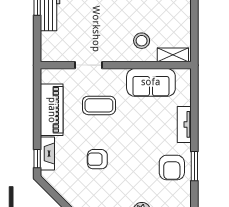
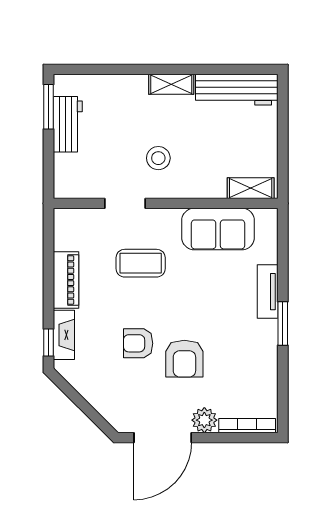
stool: (142, 41) -> (158, 158), moved
piano: (52, 110) -> (66, 280), width x0.73, depth x0.75
window: (194, 166) -> (283, 324), moved
armchair: (172, 168) -> (184, 359), moved

